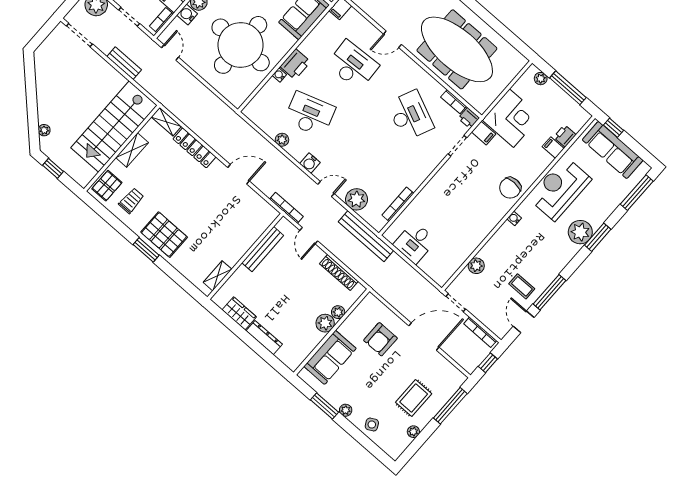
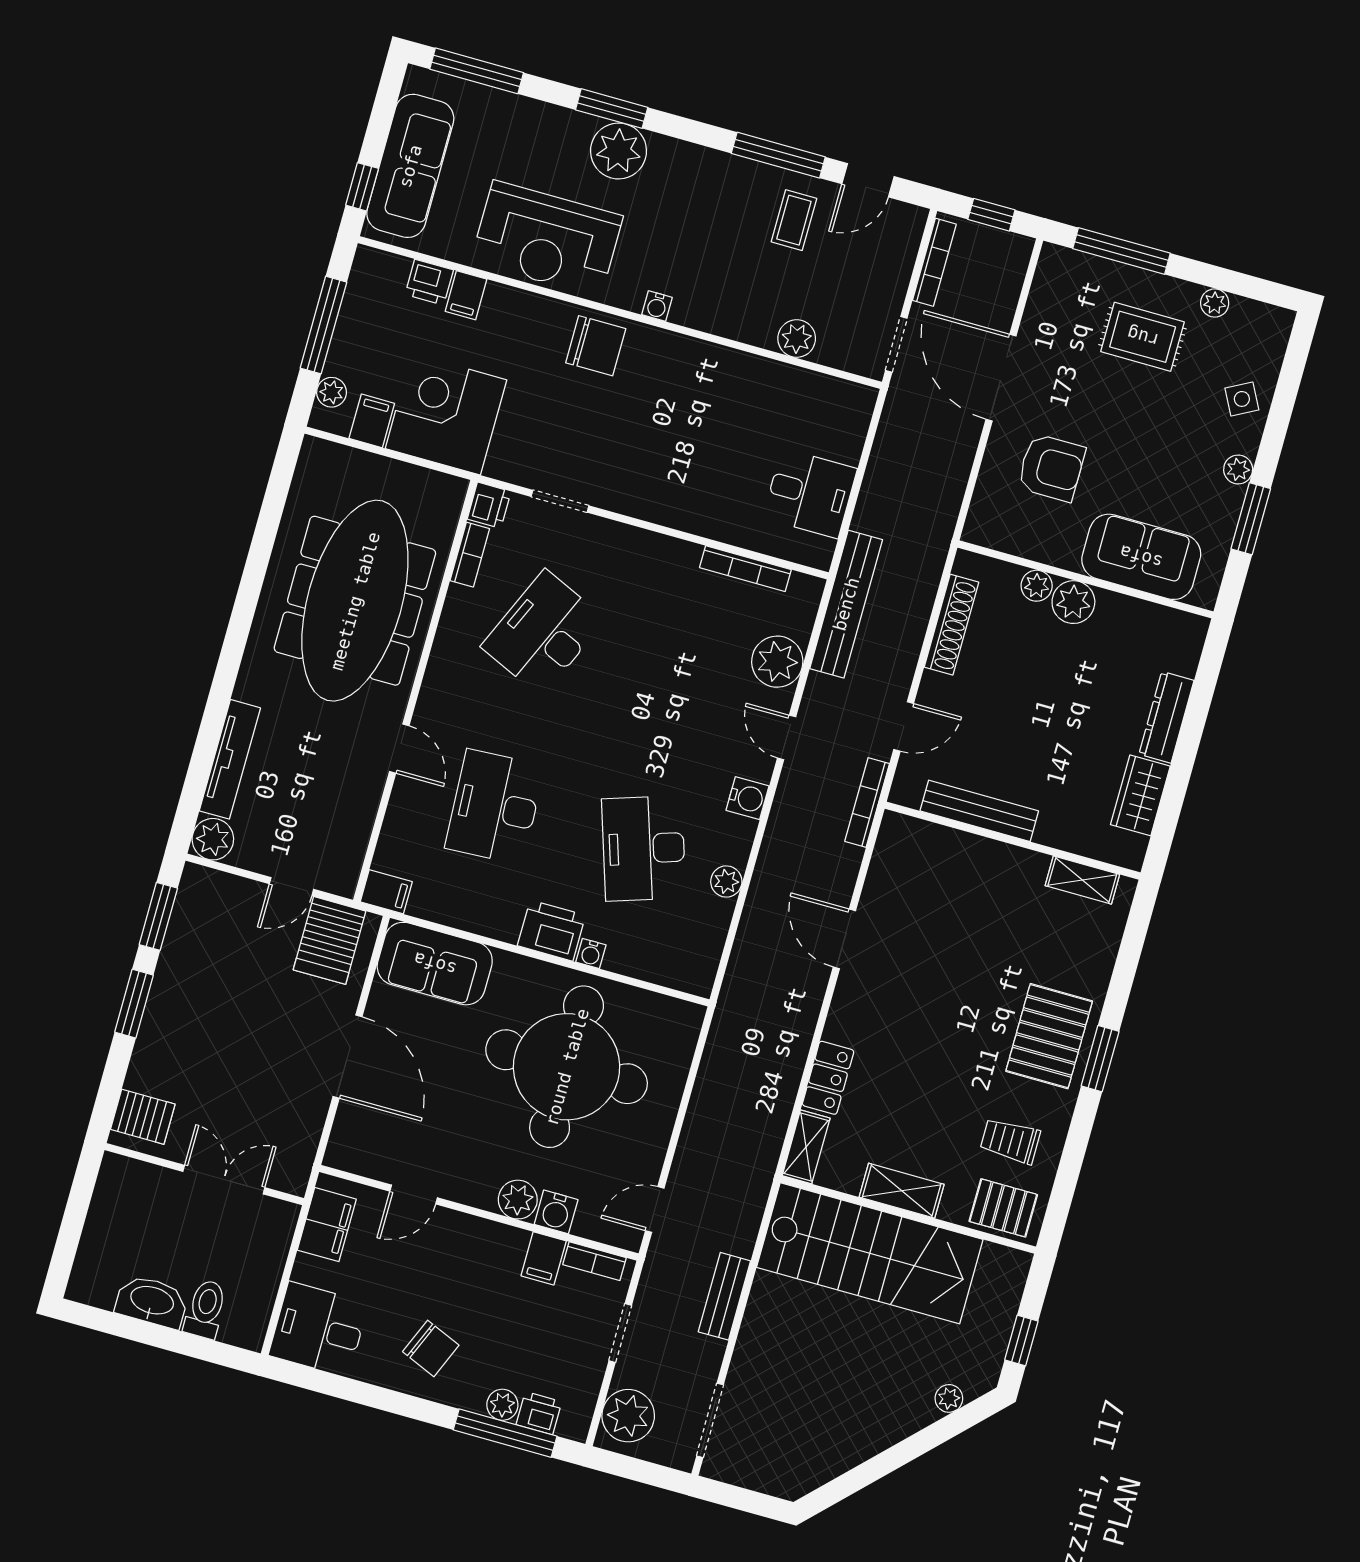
filing cabinet: (484, 133) -> (372, 421), moved
locker: (195, 148) -> (828, 1078), width x0.66

